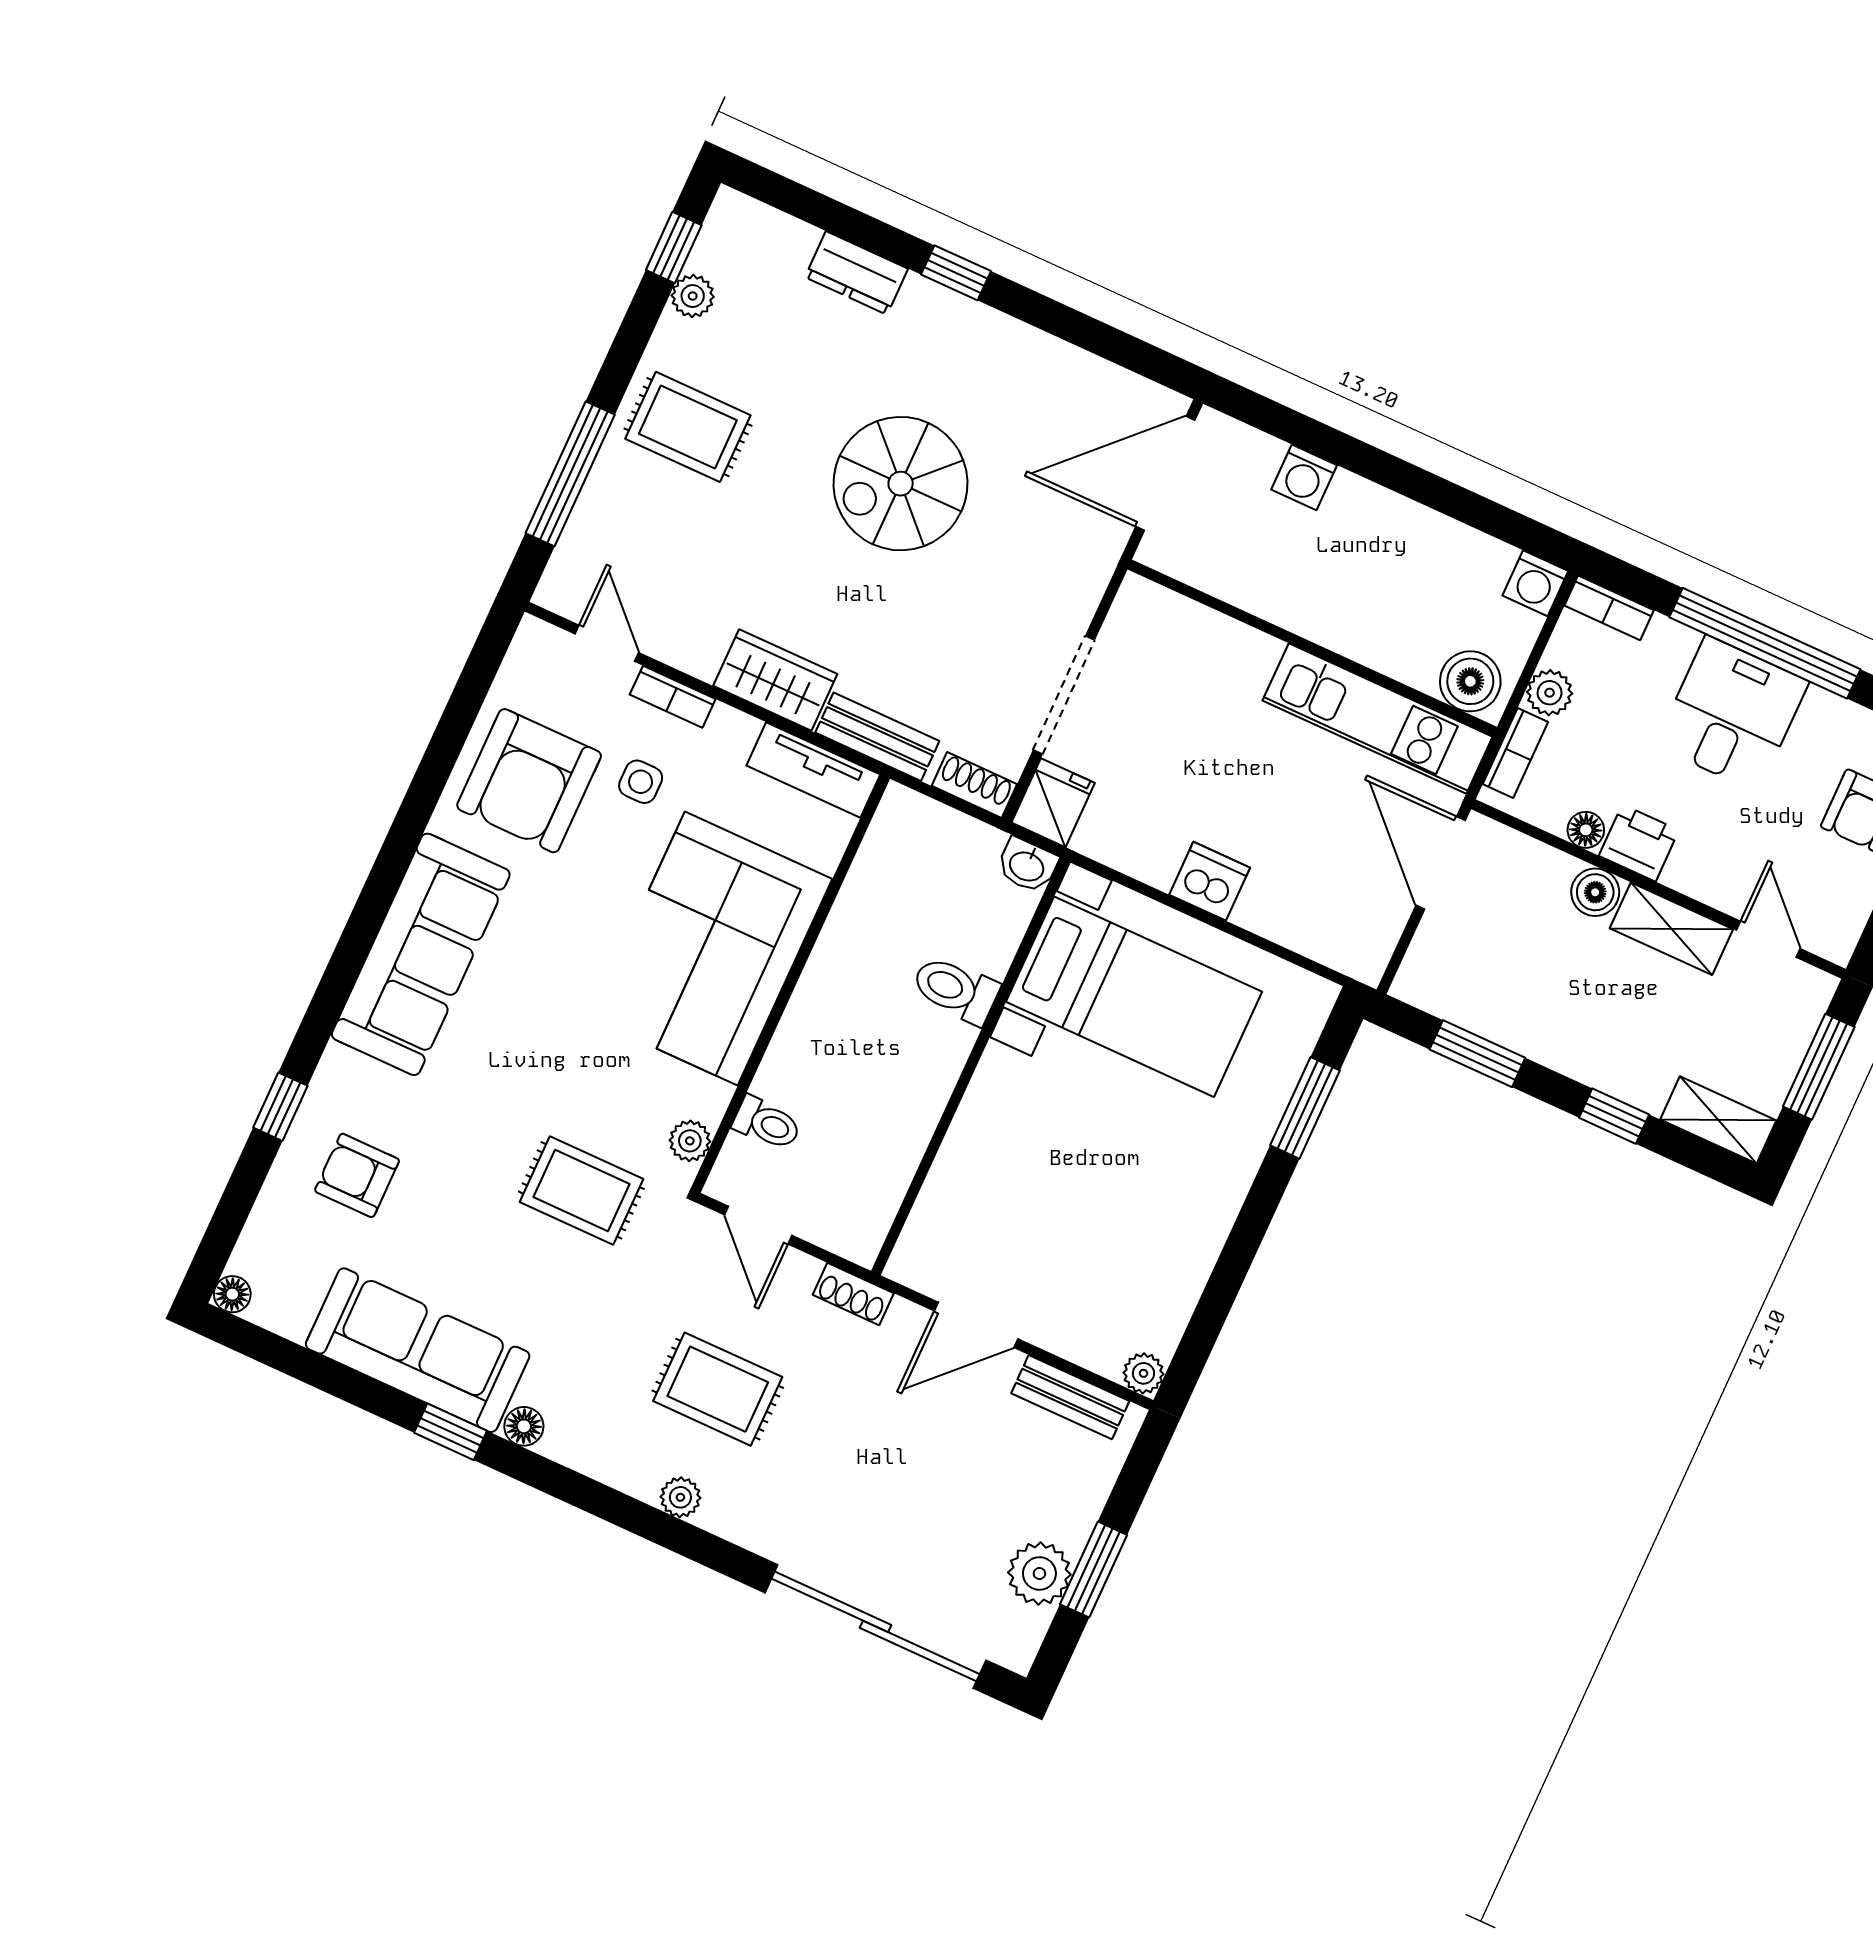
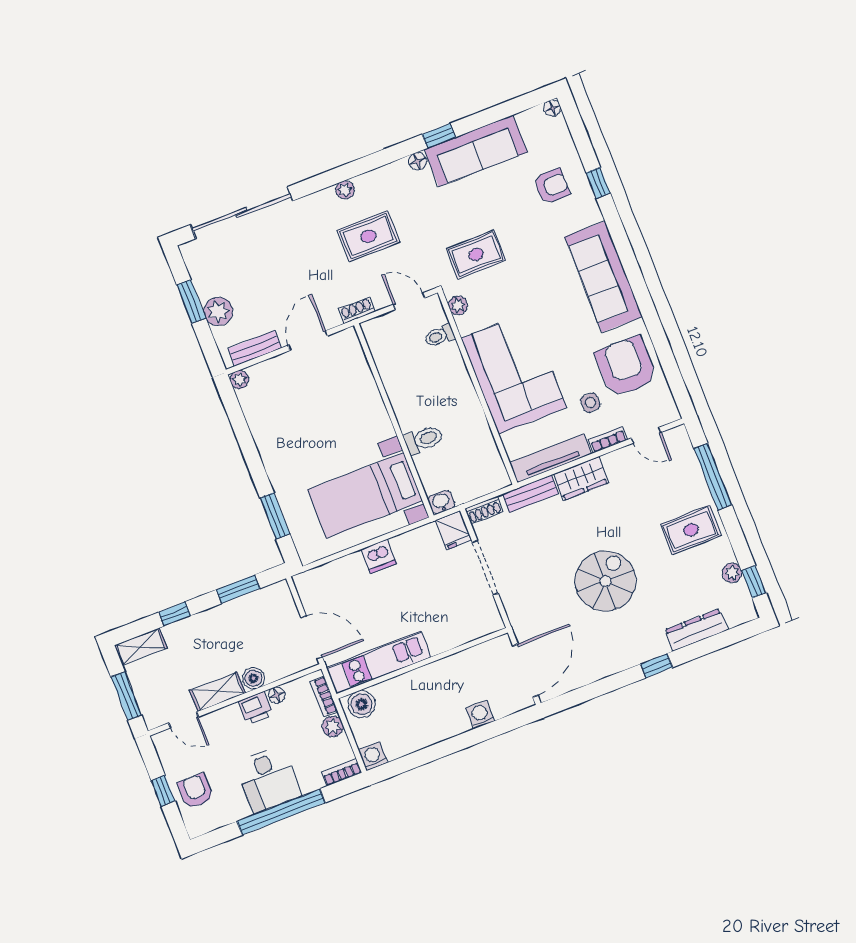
dresser: (856, 273) -> (696, 630), width x1.44
tv unit: (813, 770) -> (551, 458), width x1.41
plant: (1039, 1573) -> (218, 311), moved

